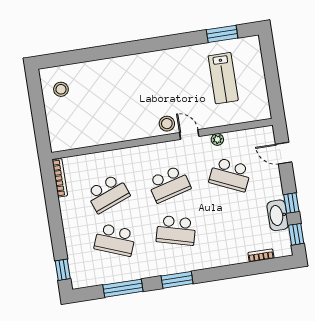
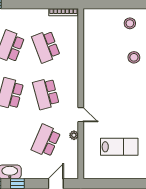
lab bench: (223, 78) -> (119, 147), turned 180
stool: (167, 124) -> (134, 57), moved
door: (189, 135) -> (81, 115), hinge flipped

